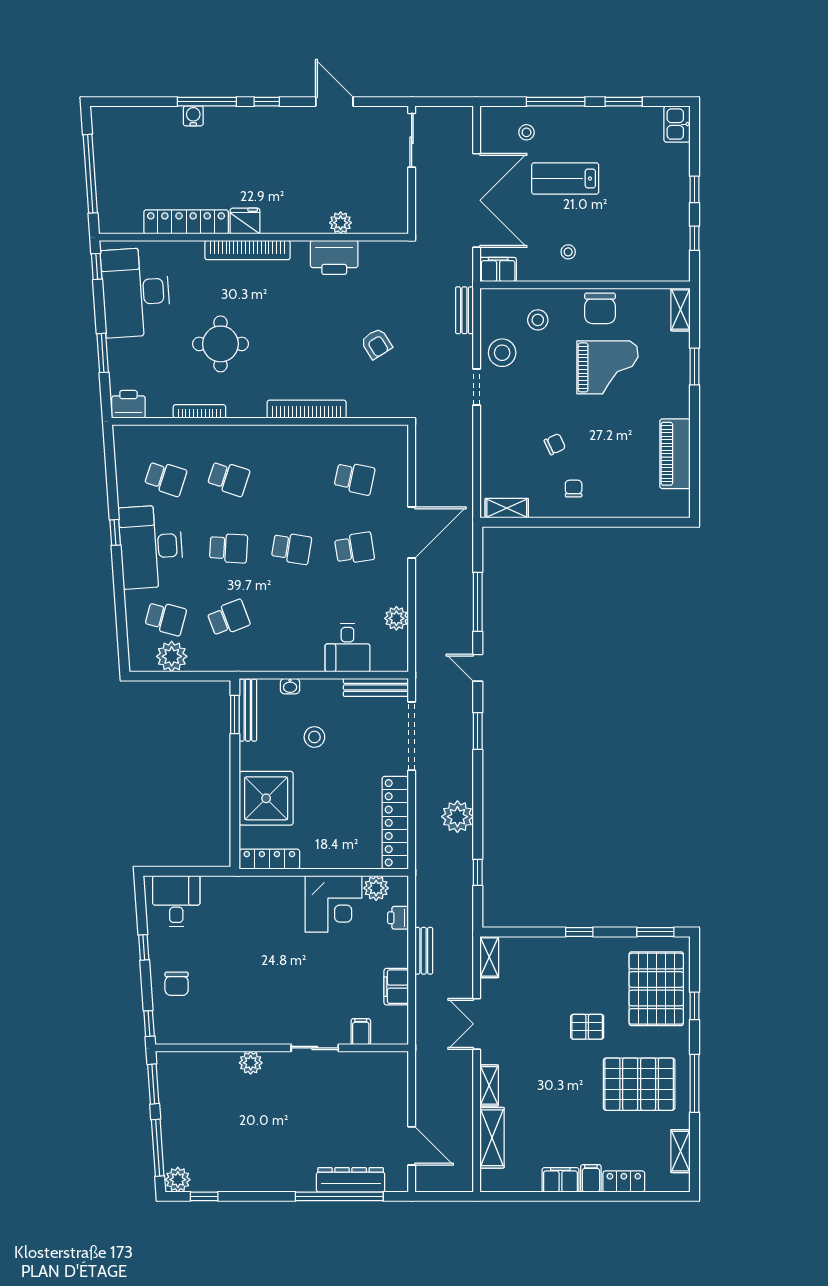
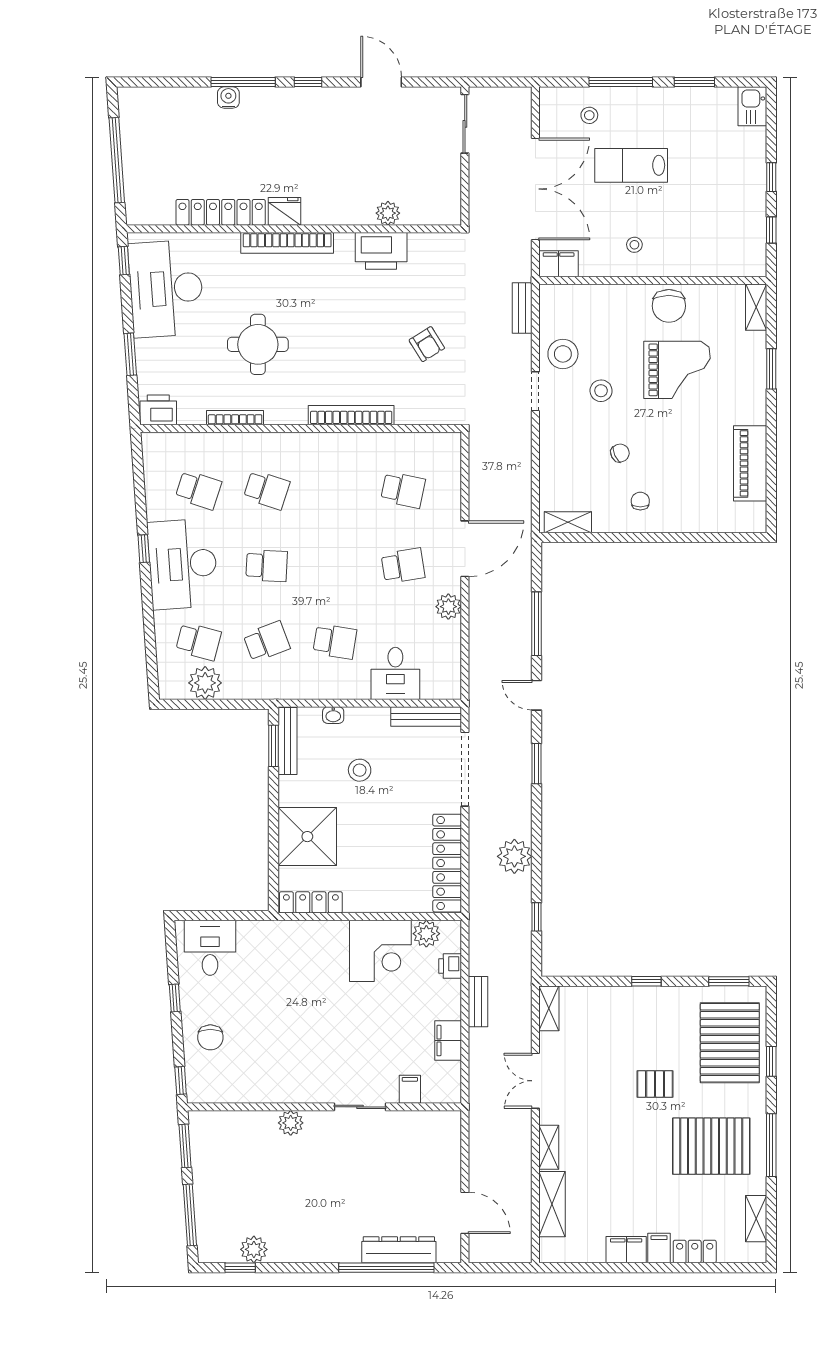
stool: (538, 320) -> (601, 391), moved
school desk: (291, 548) -> (335, 641), moved
plant: (396, 618) -> (448, 607), moved
plant: (178, 1180) -> (254, 1249), moved

